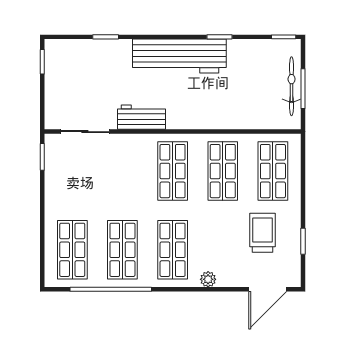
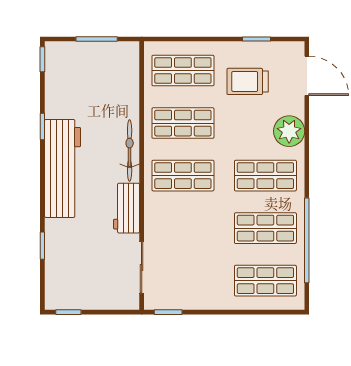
bicycle: (292, 86) -> (130, 150), moved, turned 90
plant: (208, 279) -> (289, 131), width x1.88, depth x1.88

